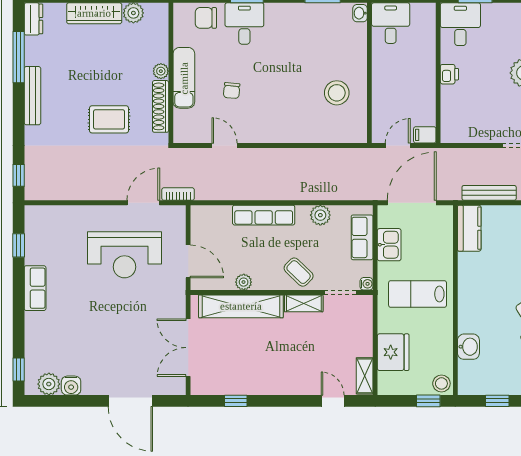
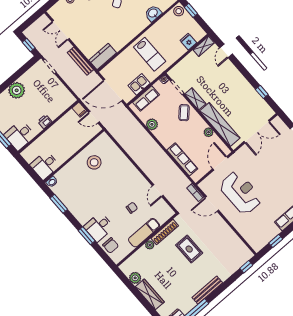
row of seats: (264, 215) -> (182, 159), moved
fridge: (393, 352) -> (188, 42), width x0.53, depth x0.75

